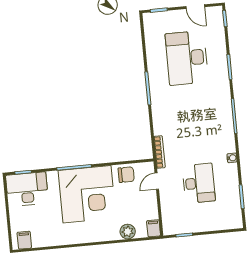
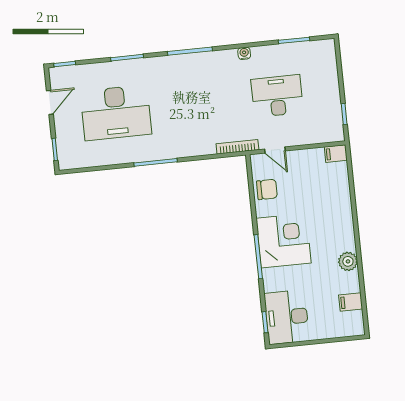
chair: (126, 175) -> (267, 189), turned 90
corner desk: (87, 194) -> (284, 241), width x0.74, depth x0.74
plant: (128, 232) -> (348, 261), moved
filing cabinet: (24, 240) -> (351, 302), moved

